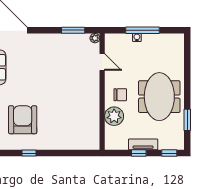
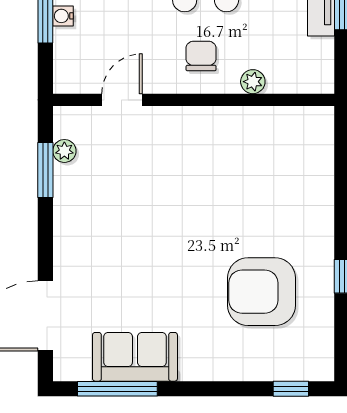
plant: (95, 38) -> (64, 151), moved
plant: (114, 116) -> (253, 82), width x0.53, depth x0.53

